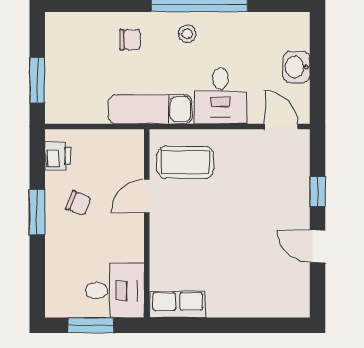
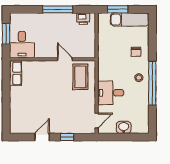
exam couch: (150, 109) -> (130, 20), moved, turned 90
chair: (78, 203) -> (62, 28), removed
window: (37, 212) -> (58, 9), width x1.44

